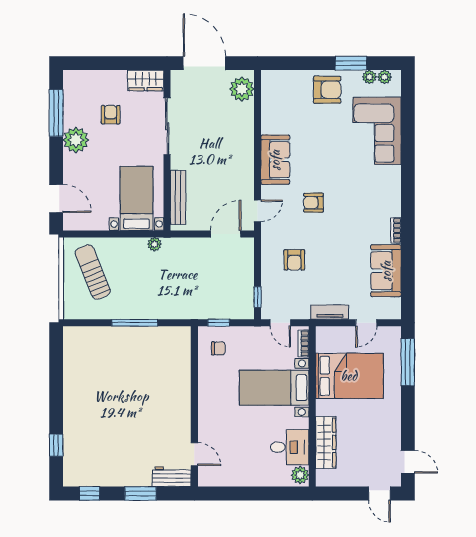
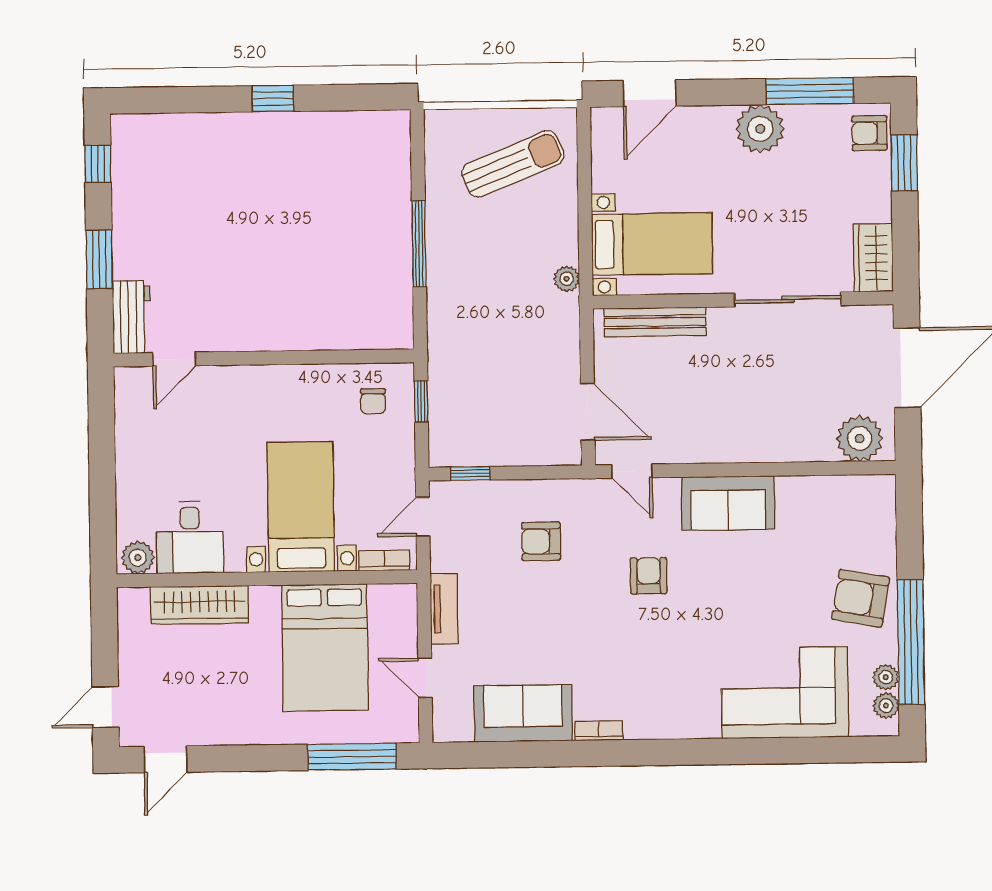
window: (95, 63) -> (904, 163), added
window: (351, 63) -> (911, 642), width x2.11
armchair: (327, 90) -> (861, 598), turned 100
armchair: (111, 115) -> (869, 133), moved, turned 180
window: (56, 445) -> (273, 99), moved

